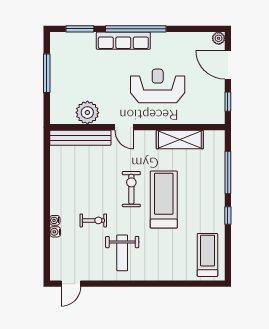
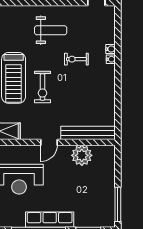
window: (47, 73) -> (118, 204), moved
door: (124, 127) -> (49, 142), swing flipped
weight bench: (122, 253) -> (51, 30), turned 90

